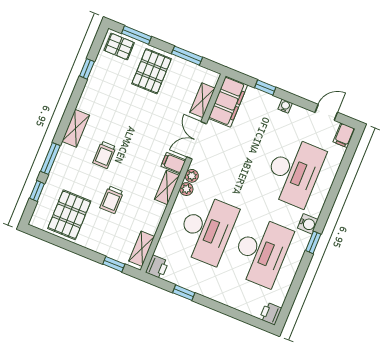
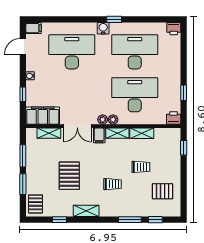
window: (137, 35) -> (23, 184), moved
pallet: (152, 71) -> (69, 176), moved, turned 90
door: (326, 112) -> (23, 46), hinge flipped
shelving: (76, 128) -> (86, 211), moved
pallet: (69, 215) -> (163, 191), width x0.67, depth x0.71
shelving: (142, 249) -> (142, 133), moved

